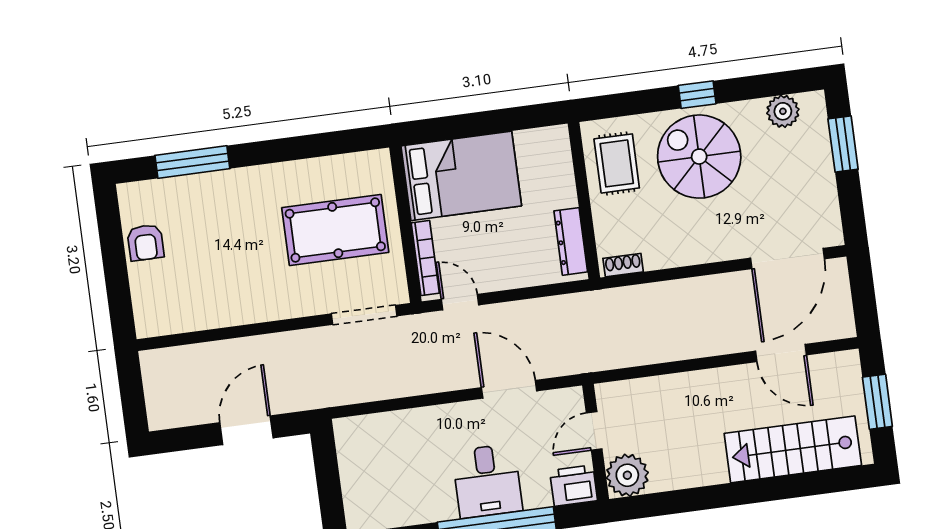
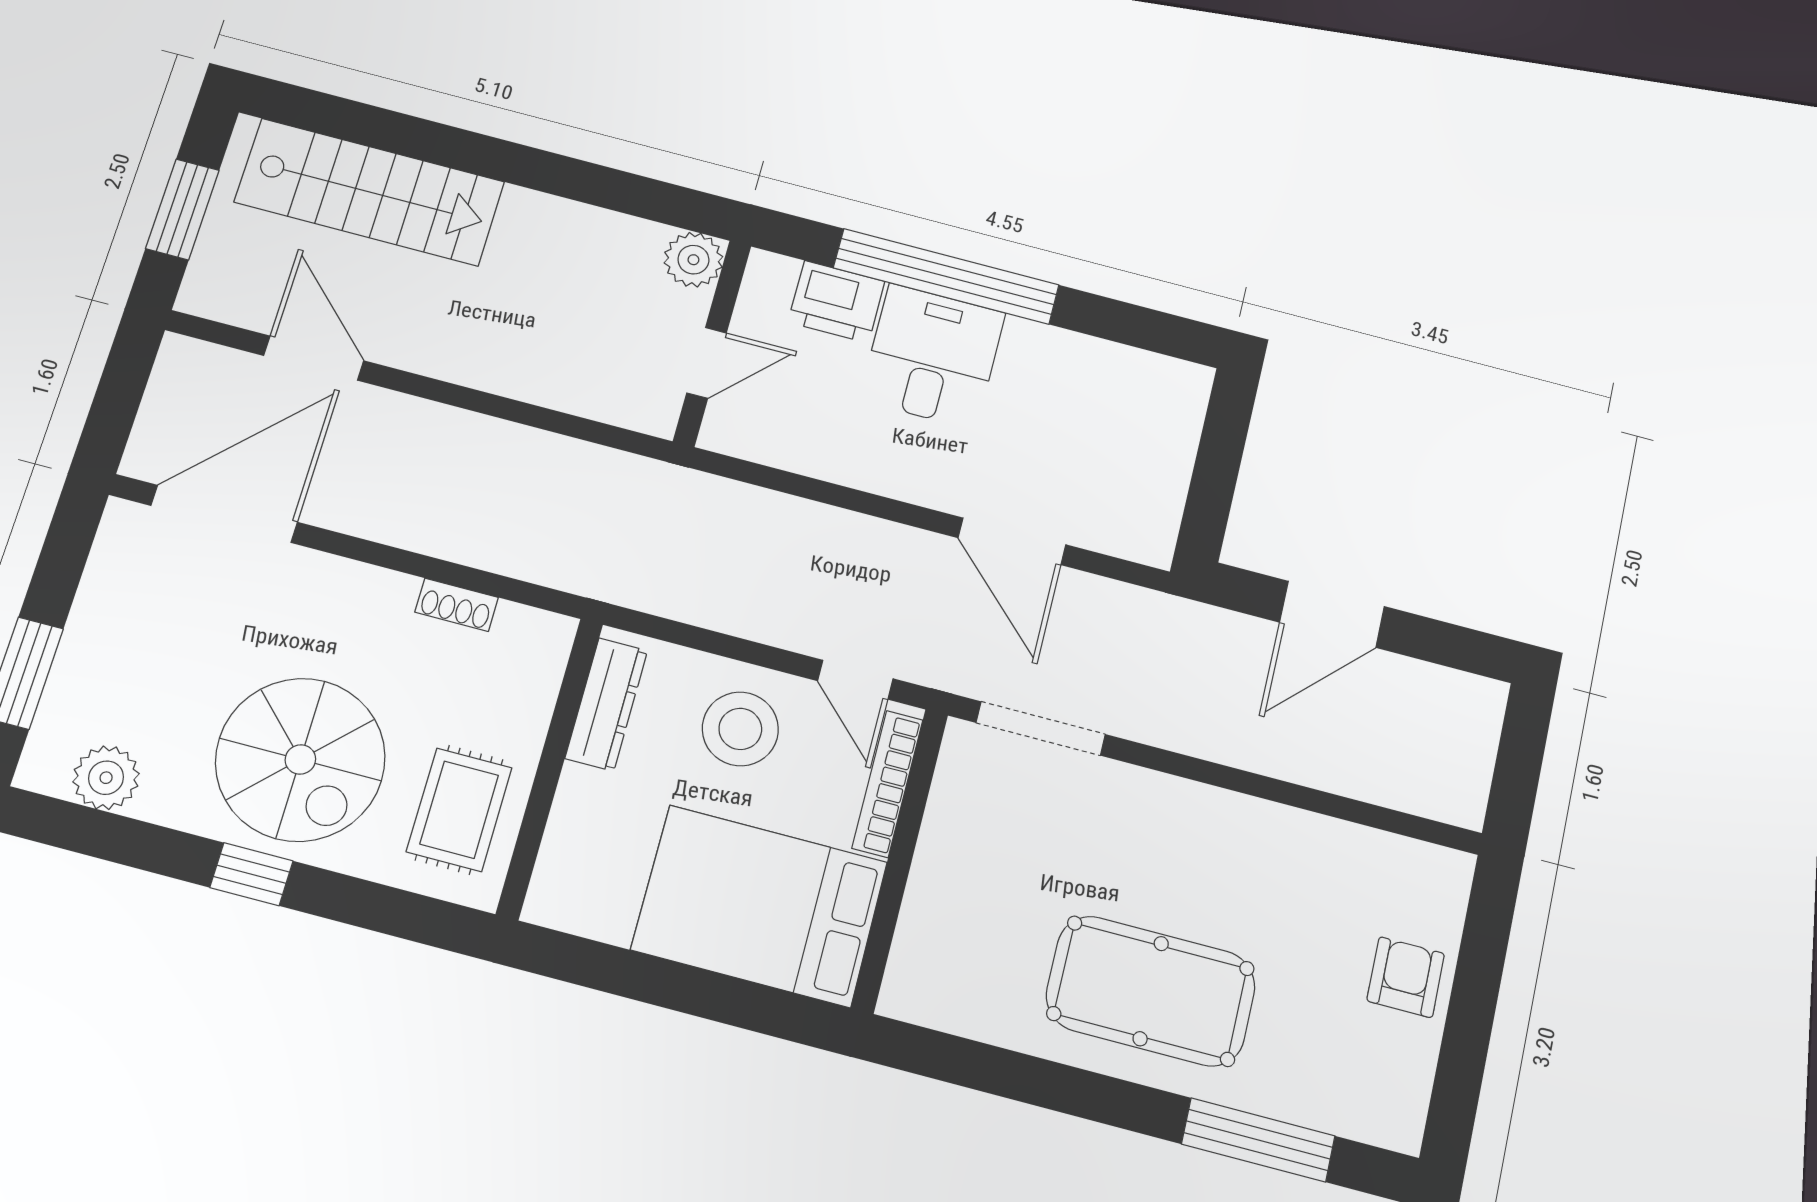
pool table: (335, 230) -> (1151, 991), moved
armchair: (145, 243) -> (1406, 977), moved
stool: (504, 256) -> (740, 729), added
shoe rack: (623, 265) -> (457, 605), moved
door: (509, 389) -> (1012, 541), moved
plant: (627, 475) -> (693, 260), width x0.73, depth x0.73
printer: (574, 486) -> (836, 302), moved

